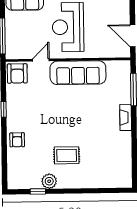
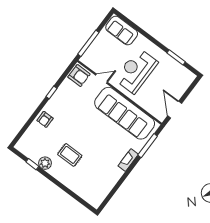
armchair: (17, 73) -> (79, 76), turned -90
sofa: (78, 73) -> (125, 113), width x1.36, depth x1.27

